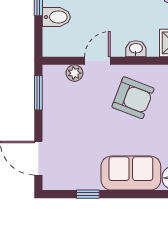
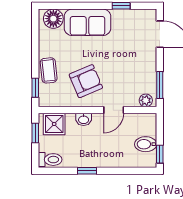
plant: (74, 73) -> (146, 100), moved
armchair: (133, 98) -> (86, 81), turned 136

